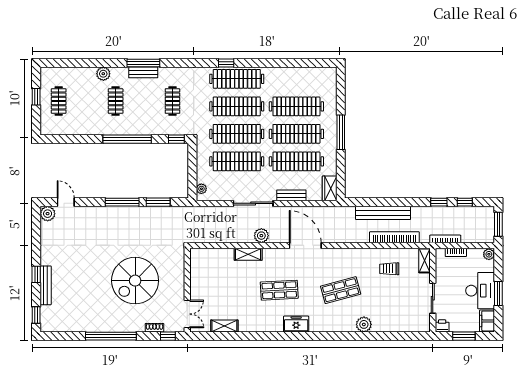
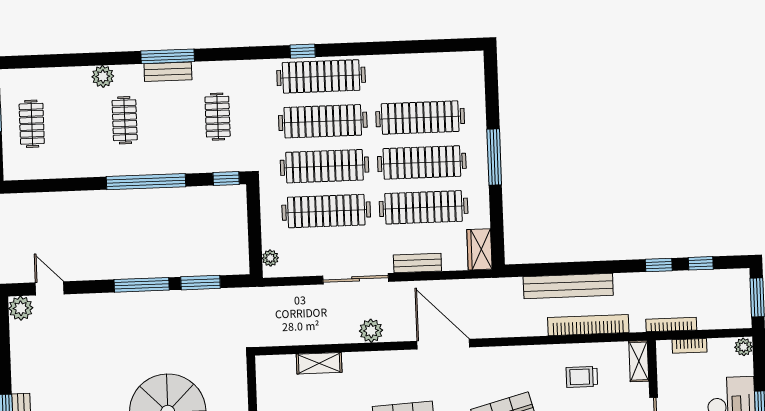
shelving: (248, 254) -> (319, 363), moved

